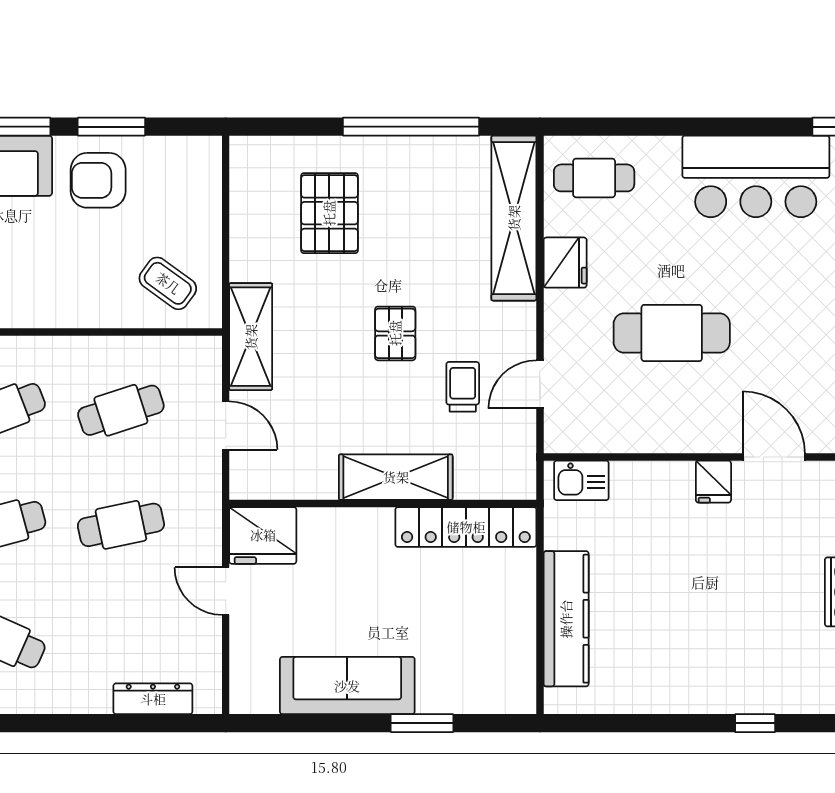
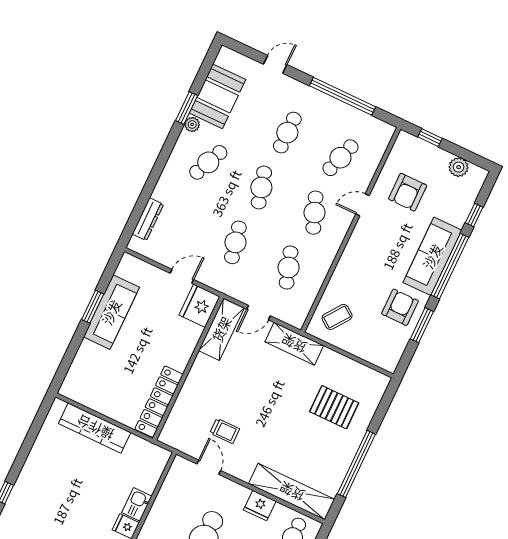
pallet: (395, 333) -> (264, 411), removed
shelving: (396, 477) -> (221, 329), moved
kitchen sink: (581, 480) -> (137, 504), moved
window: (422, 723) -> (93, 307), moved

